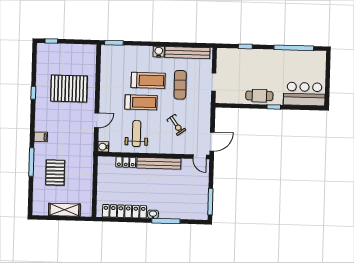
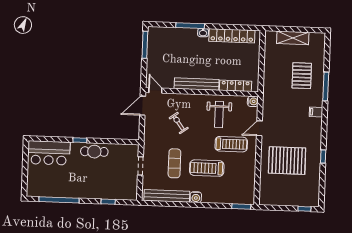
treadmill: (141, 102) -> (231, 144), moved, turned 180
locker: (126, 162) -> (236, 86), width x1.53

